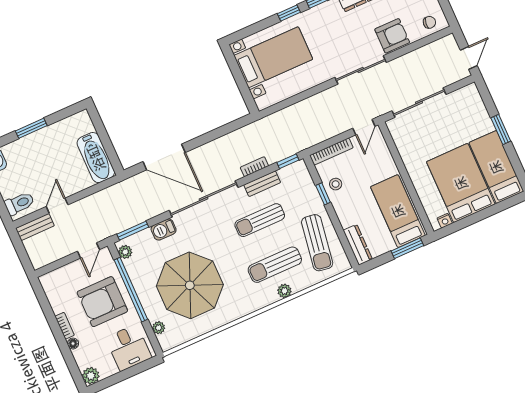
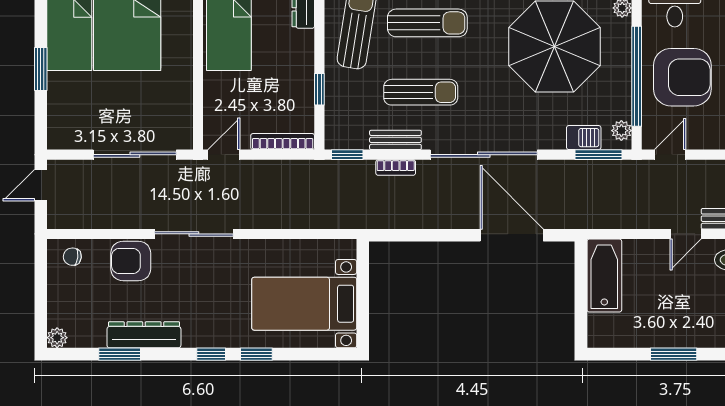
stool: (336, 184) -> (297, 95), removed
barbecue: (164, 230) -> (584, 138), moved

